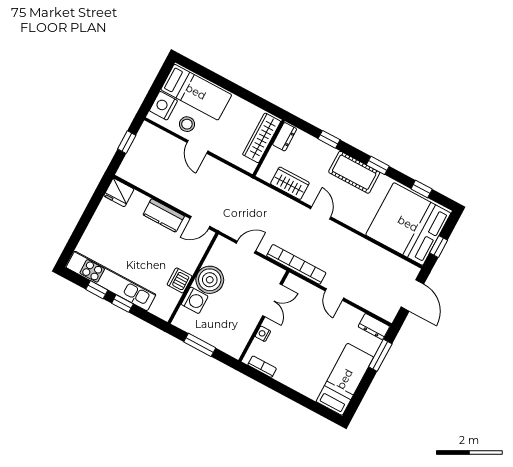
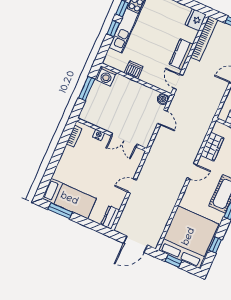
bookcase: (296, 264) -> (204, 38), moved
boiler: (210, 280) -> (163, 99), moved, width x0.54, depth x0.54
washing machine: (195, 300) -> (106, 76), moved
window: (380, 355) -> (60, 211), moved

